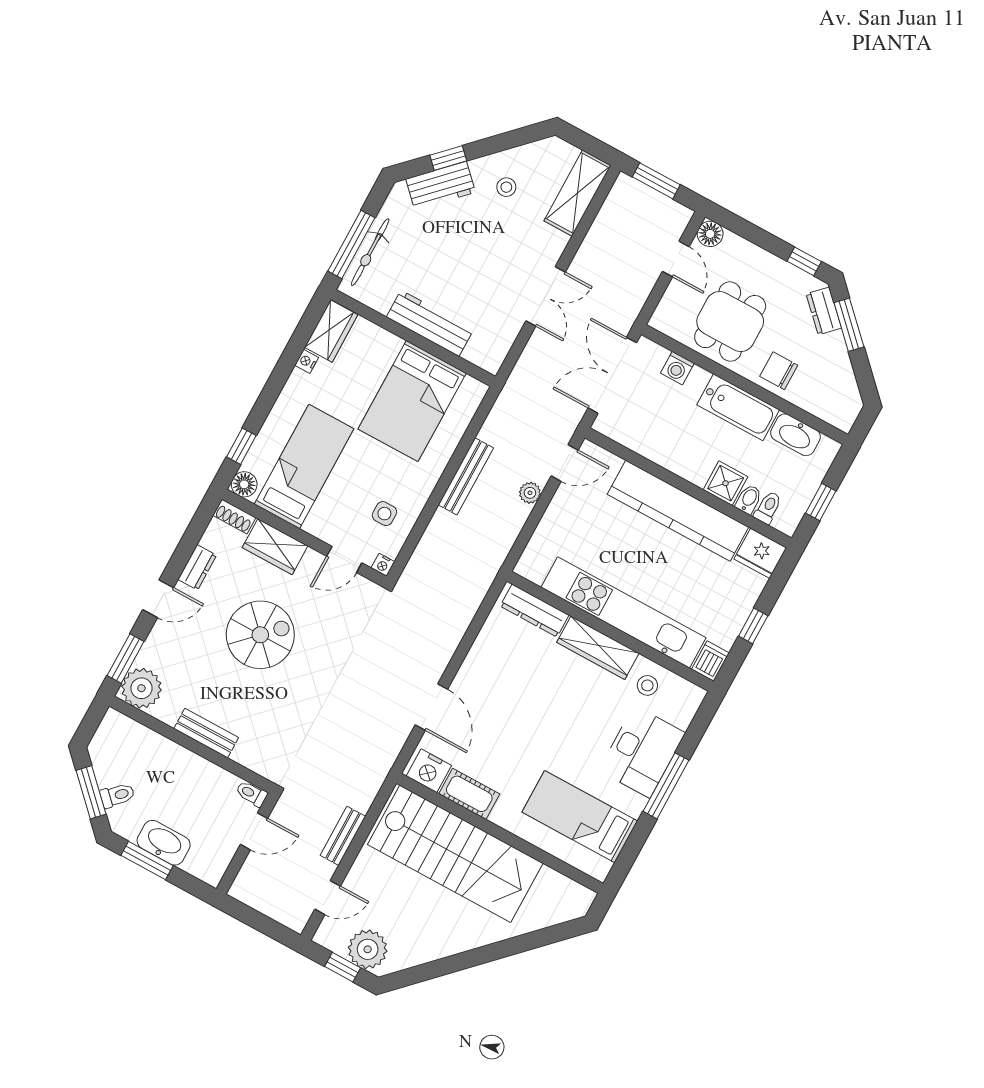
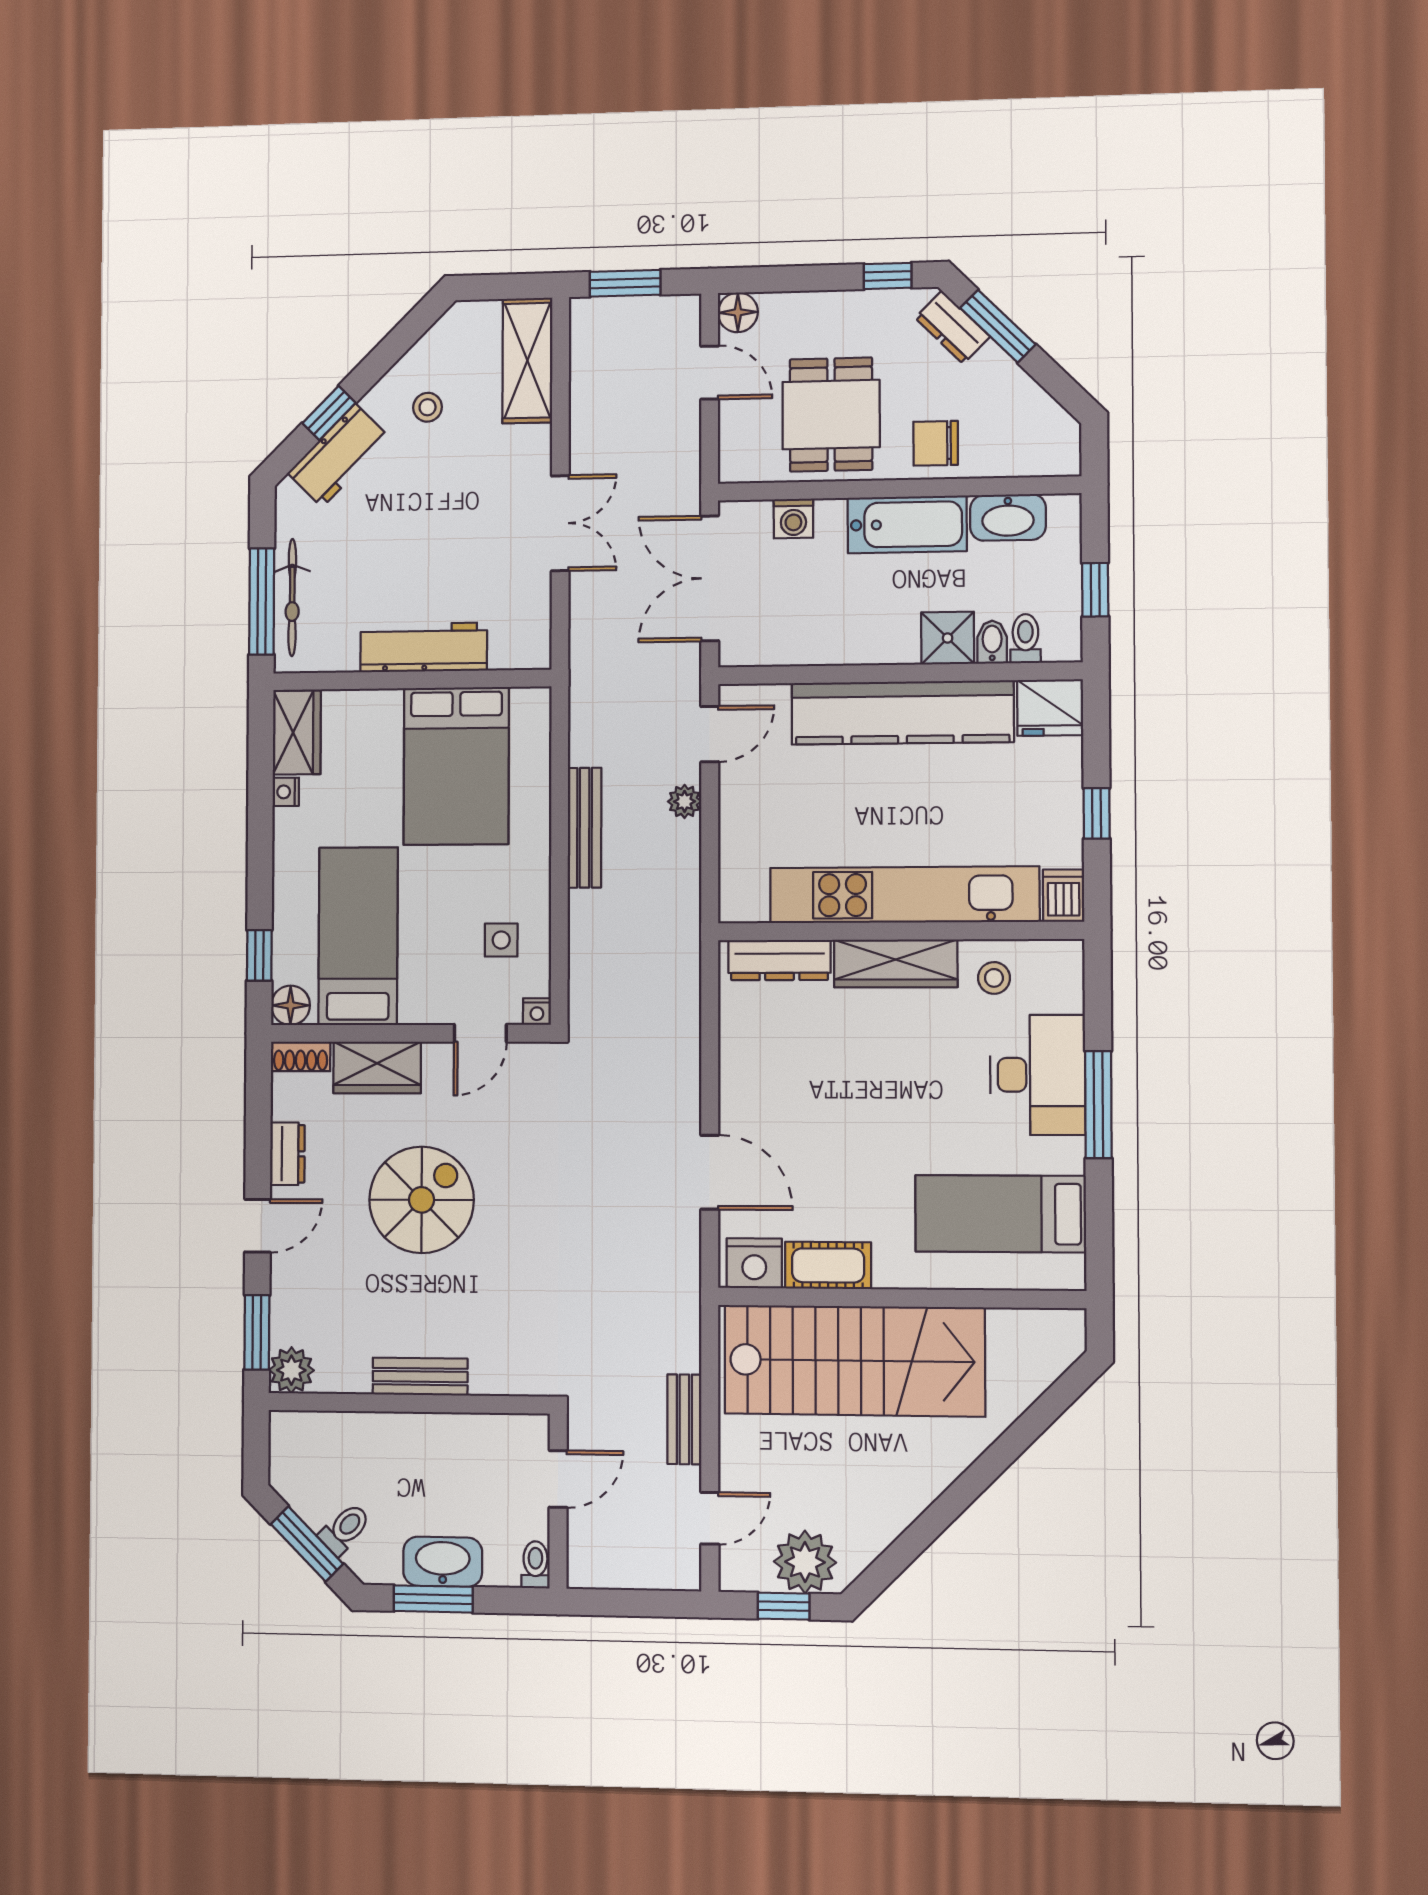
plant: (141, 688) -> (291, 1370), width x0.73, depth x0.73
toilet: (252, 794) -> (535, 1565), moved, turned 90

